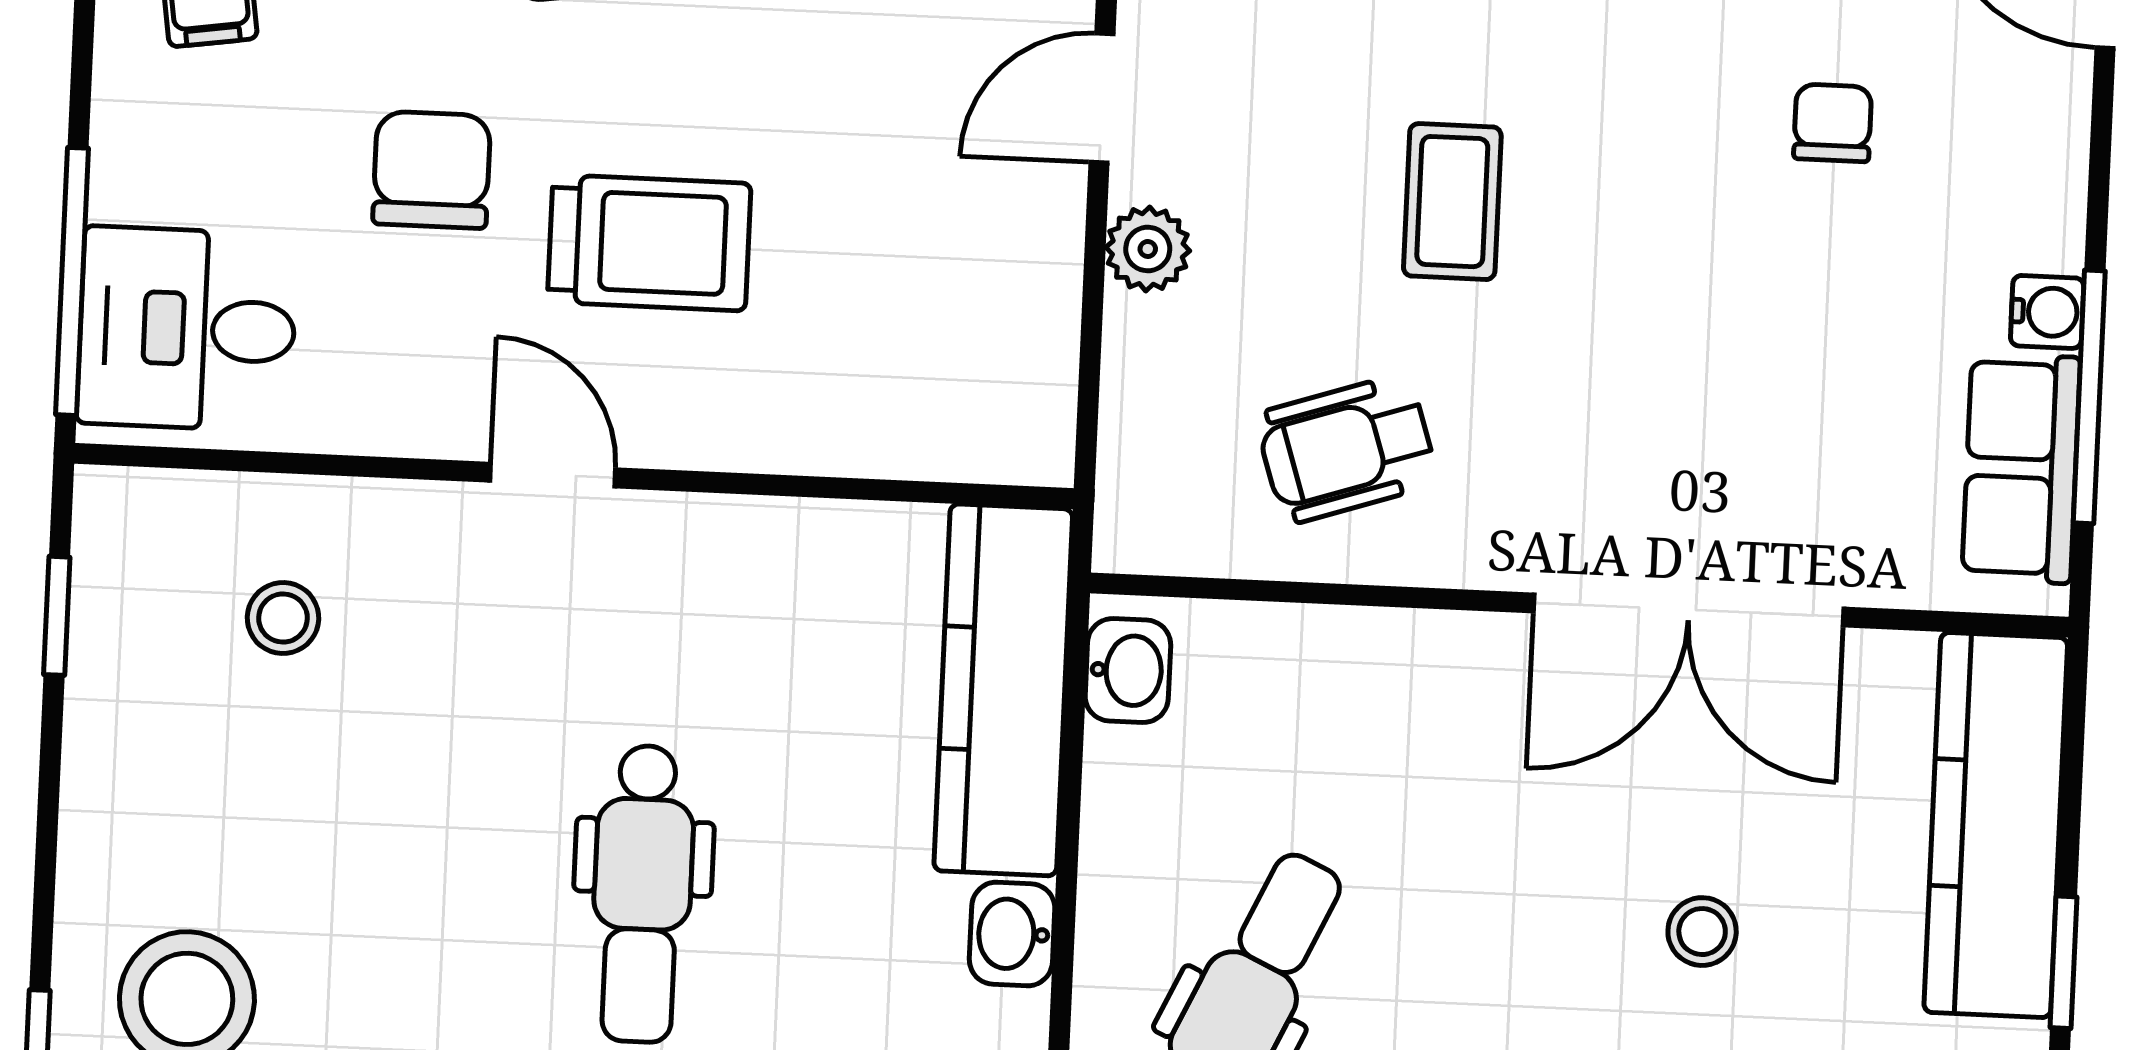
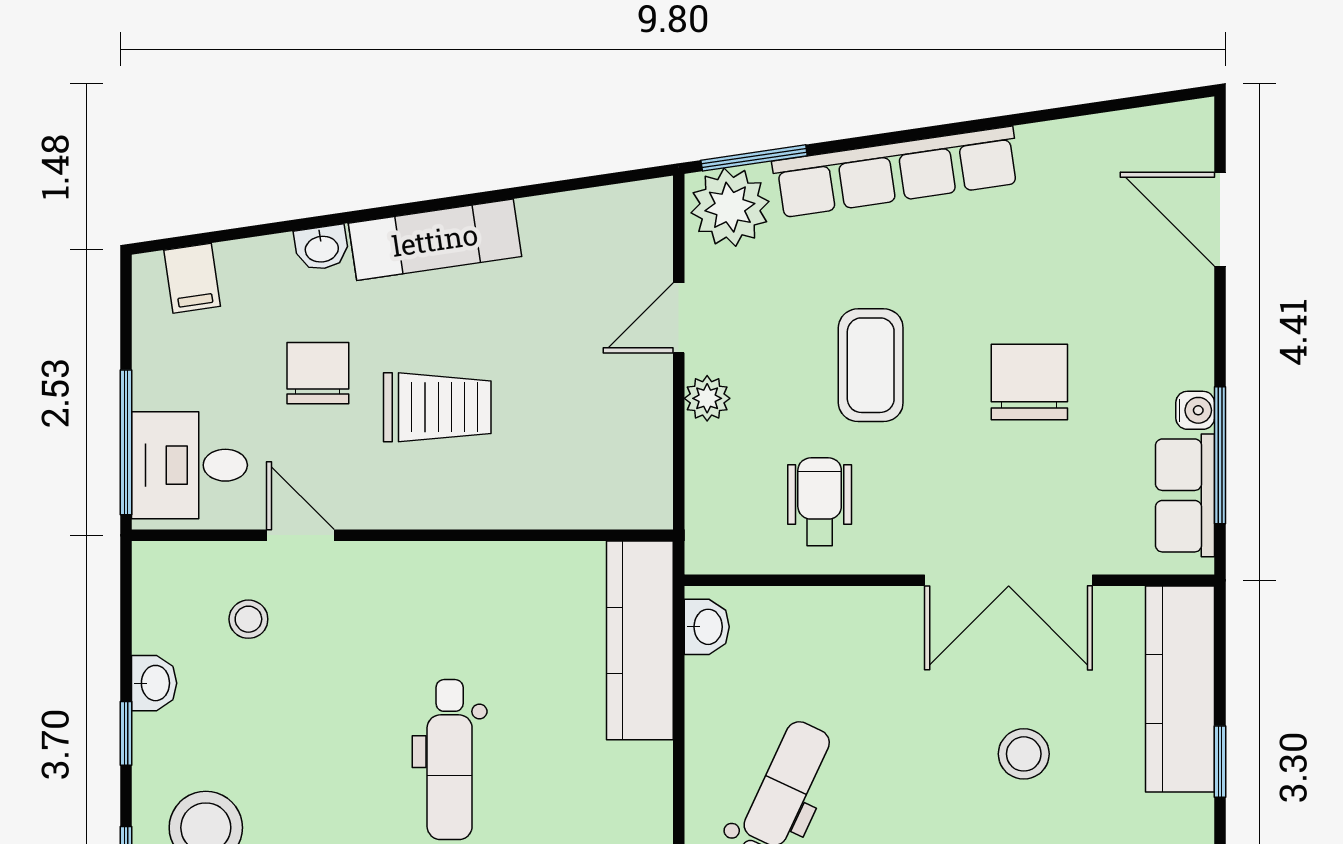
chair: (1833, 123) -> (1029, 382), moved, width x1.87, depth x1.87
coffee table: (1452, 202) -> (871, 365), width x1.36, depth x1.30
wheelchair: (1347, 449) -> (820, 502), turned 108
door: (553, 475) -> (300, 535), moved
window: (57, 616) -> (126, 733), moved
stool: (1702, 932) -> (1024, 754), width x1.37, depth x1.37
washbasin: (1012, 934) -> (154, 683), moved, turned 180

